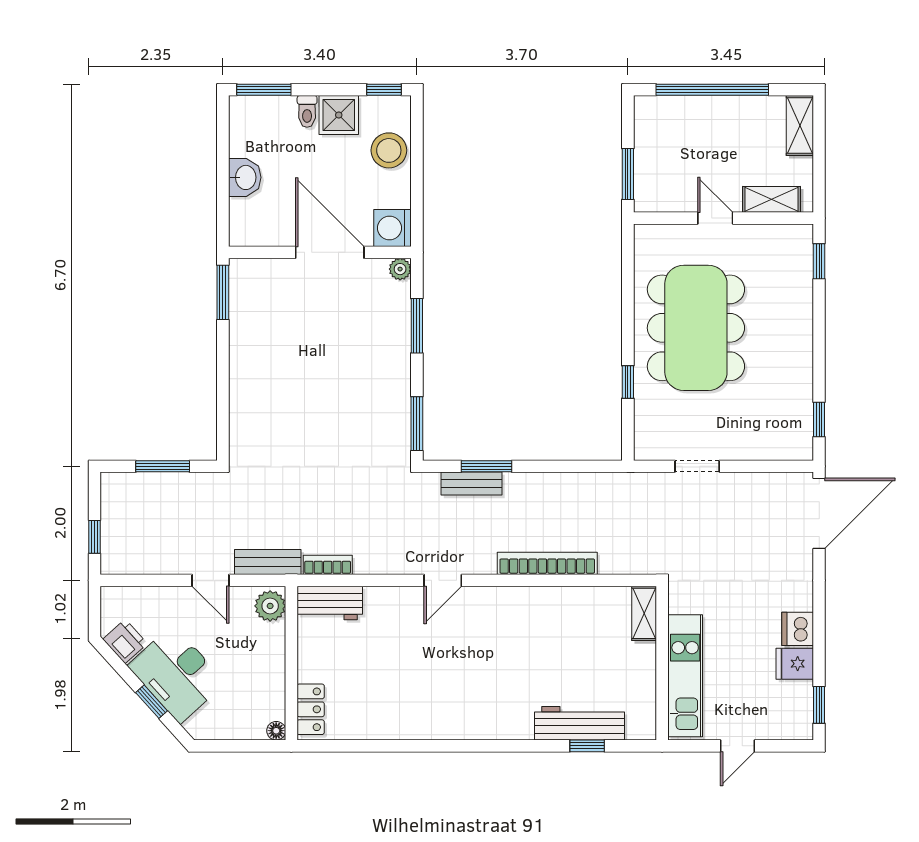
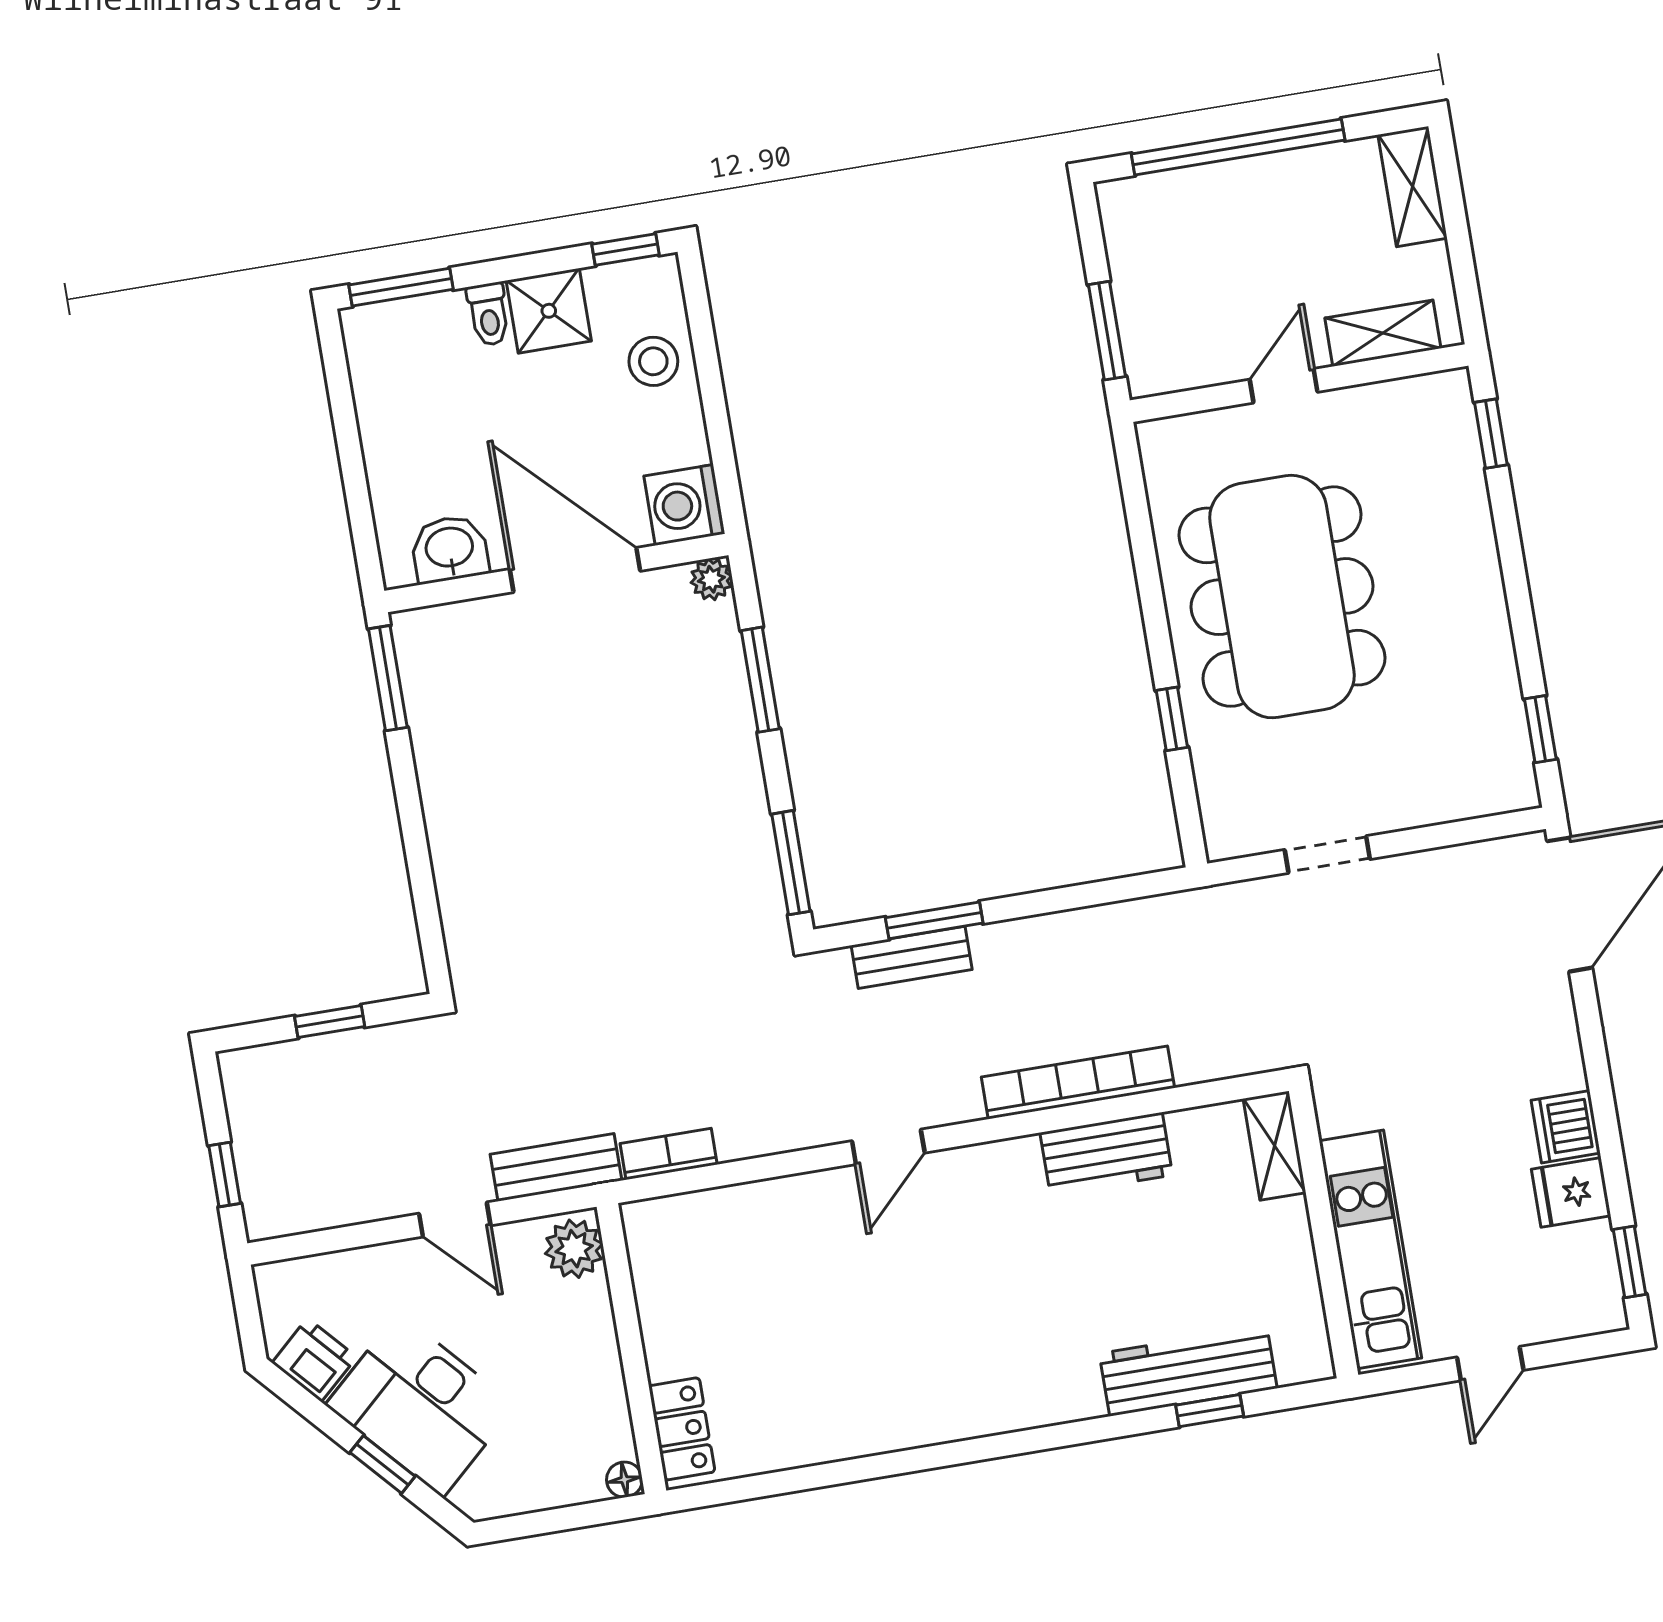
stool: (389, 150) -> (653, 361), width x0.73, depth x0.73
washbasin: (245, 177) -> (450, 549), moved, turned -90
door: (715, 218) -> (1284, 386), hinge flipped
window: (163, 466) -> (330, 1021), width x0.67
workbench: (330, 603) -> (1106, 1154), moved

